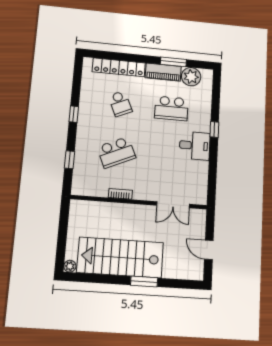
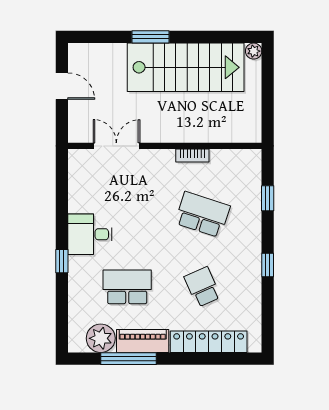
window: (173, 62) -> (128, 359), width x1.44
school desk: (116, 152) -> (202, 215), turned 42

